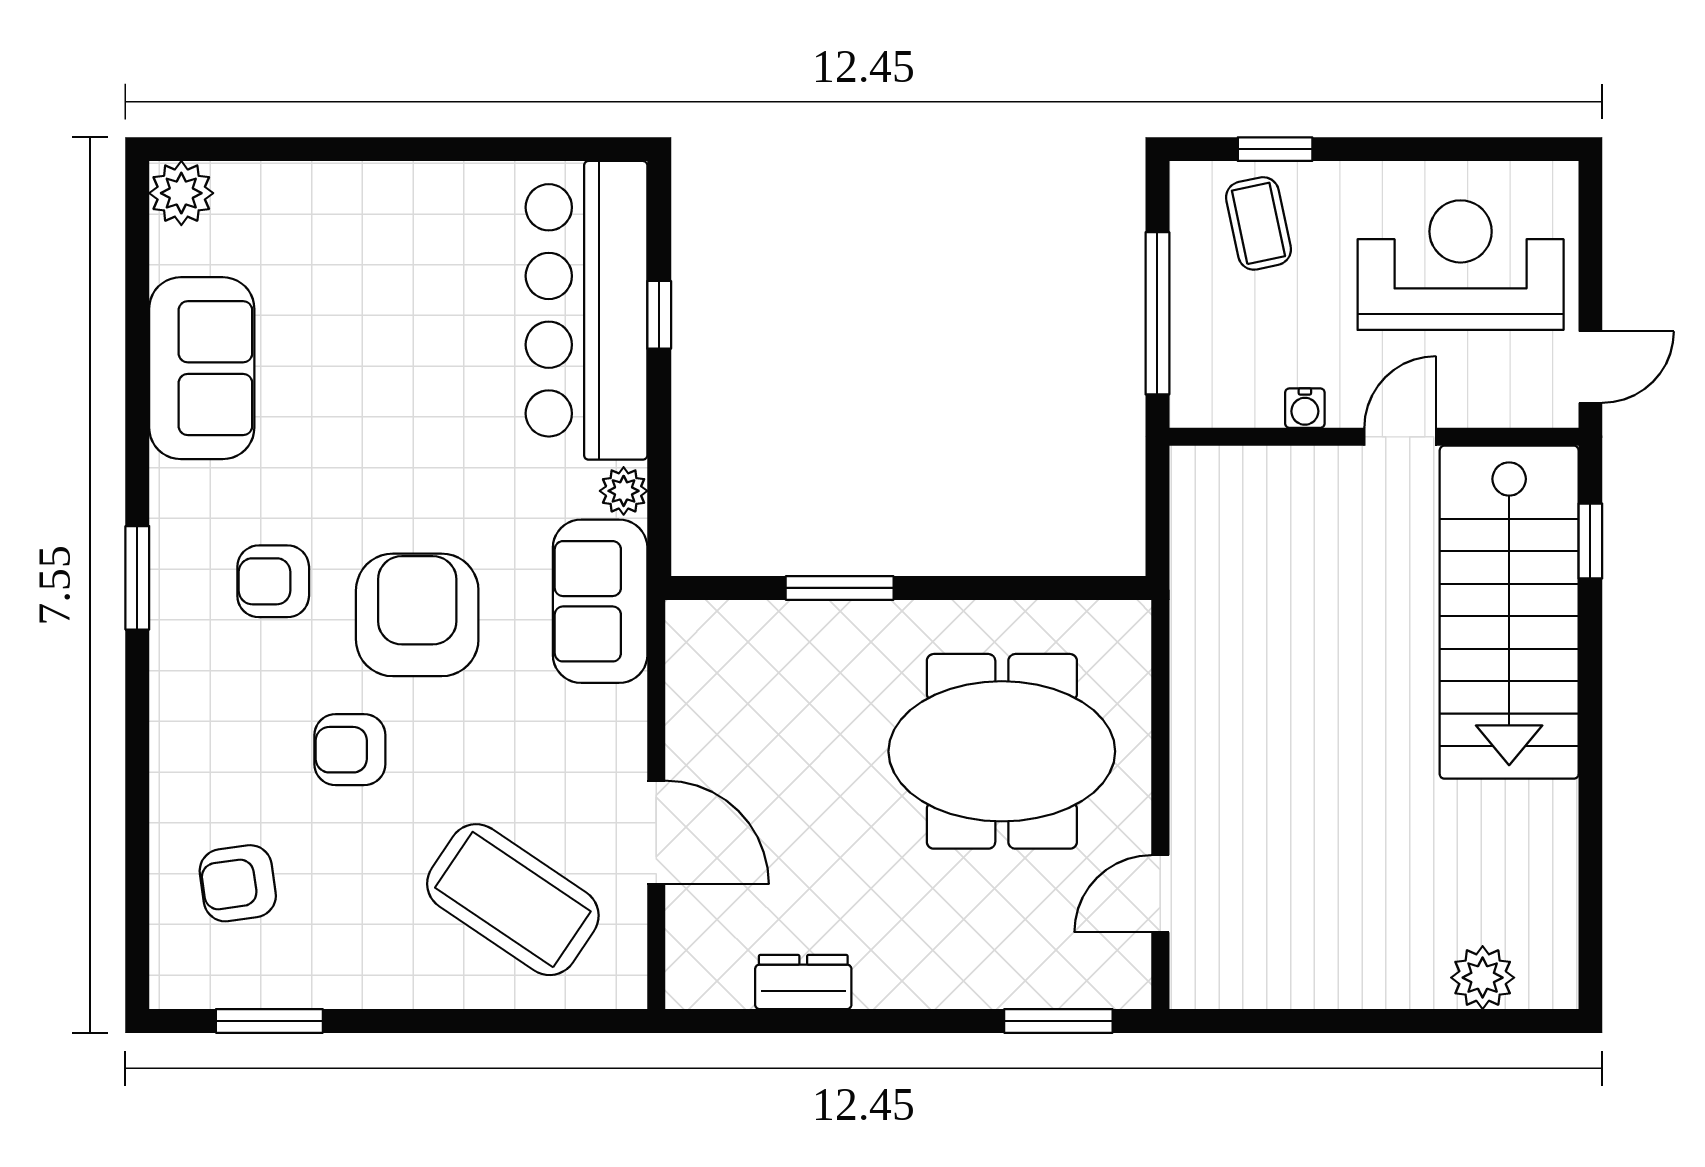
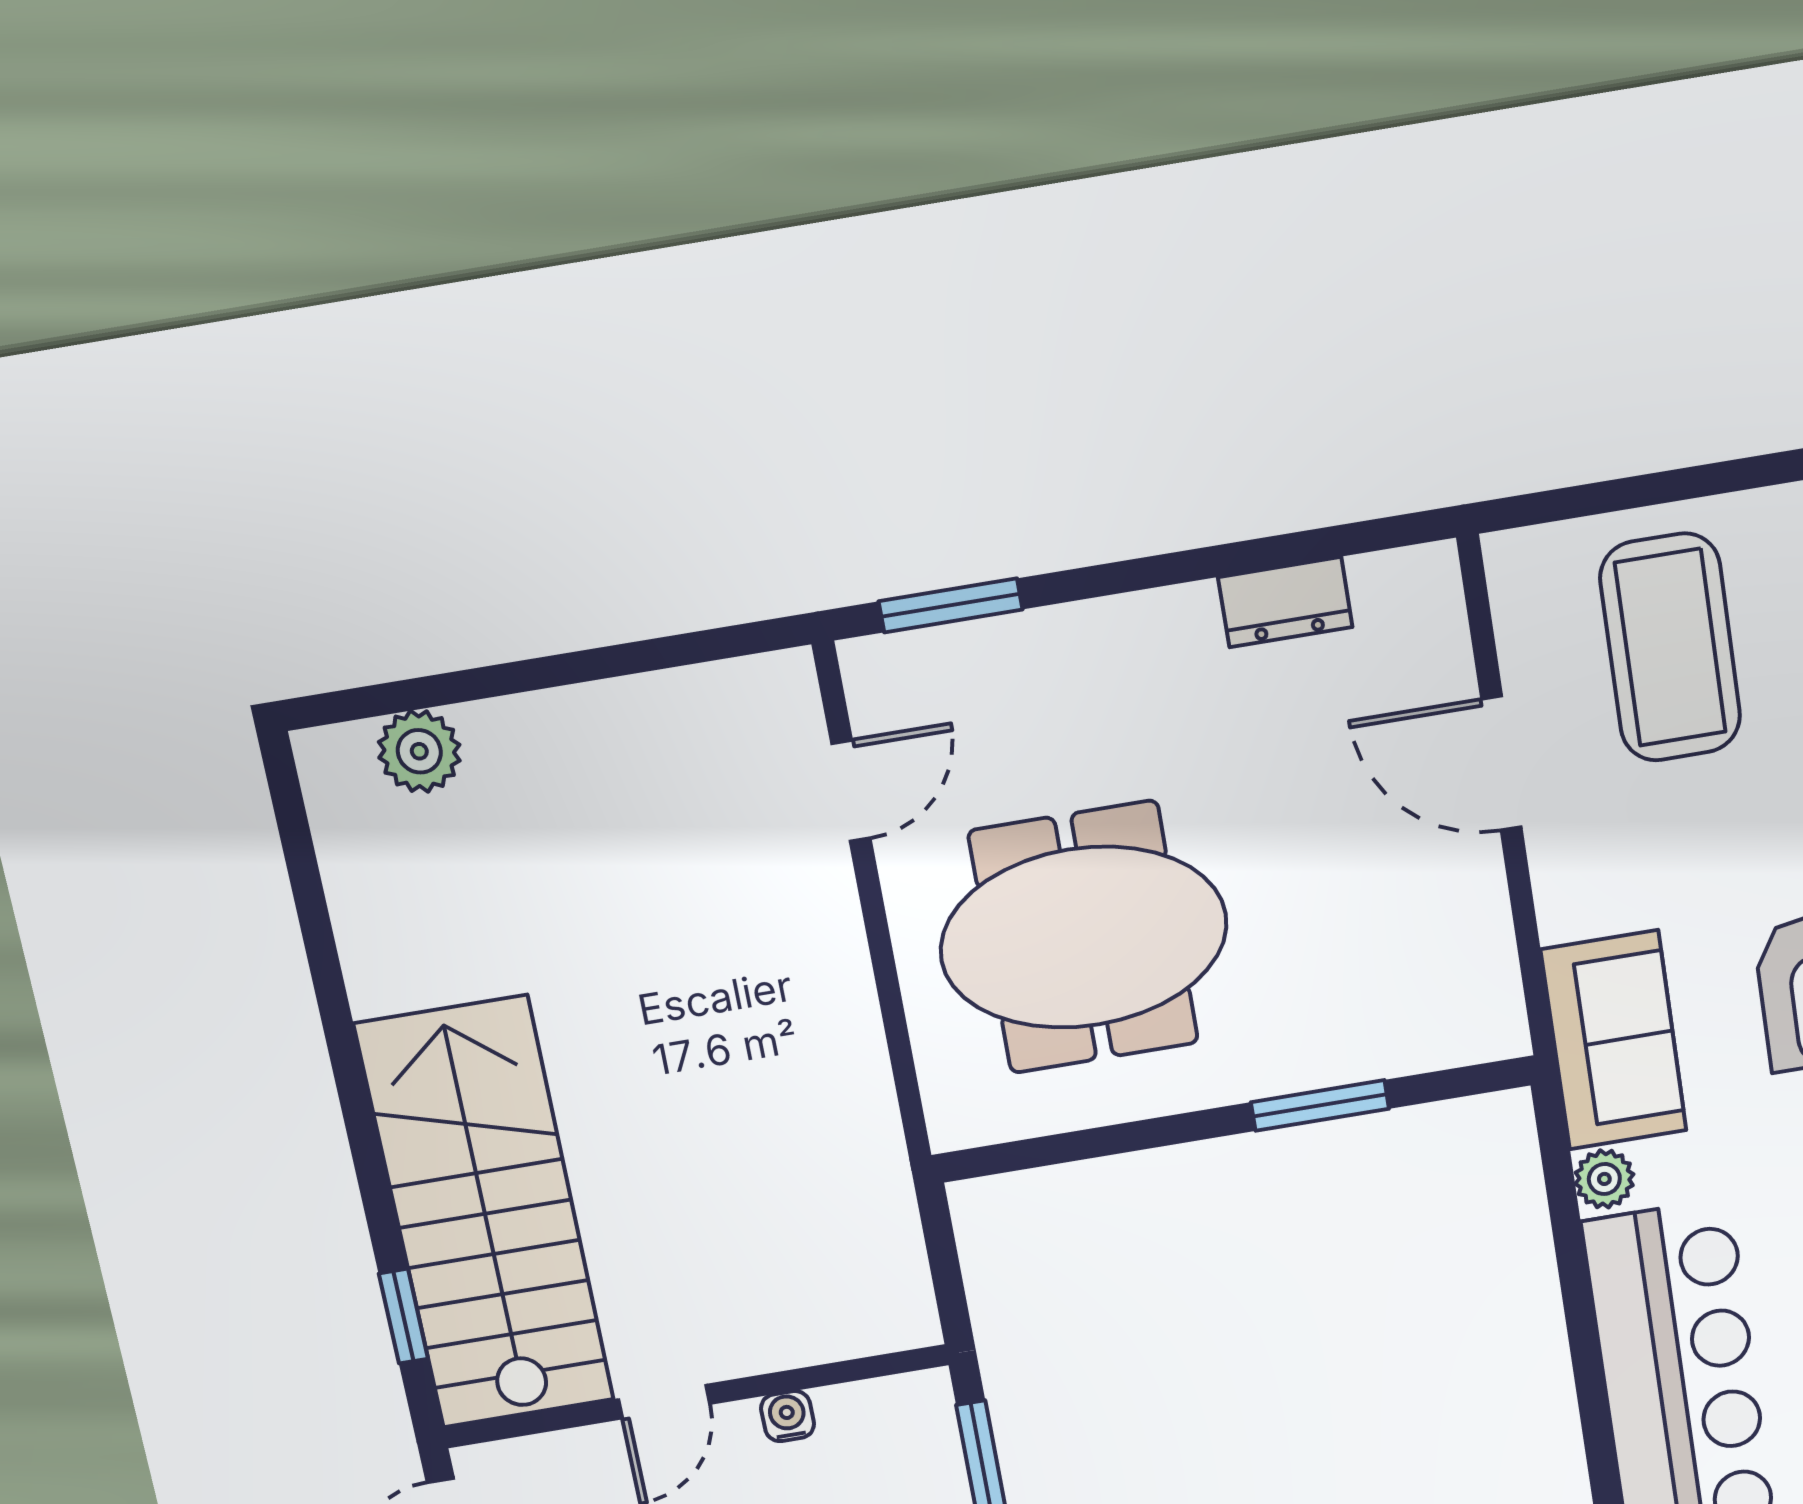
window: (659, 315) -> (1592, 1396), removed
coffee table: (513, 900) -> (1670, 647), turned 56

